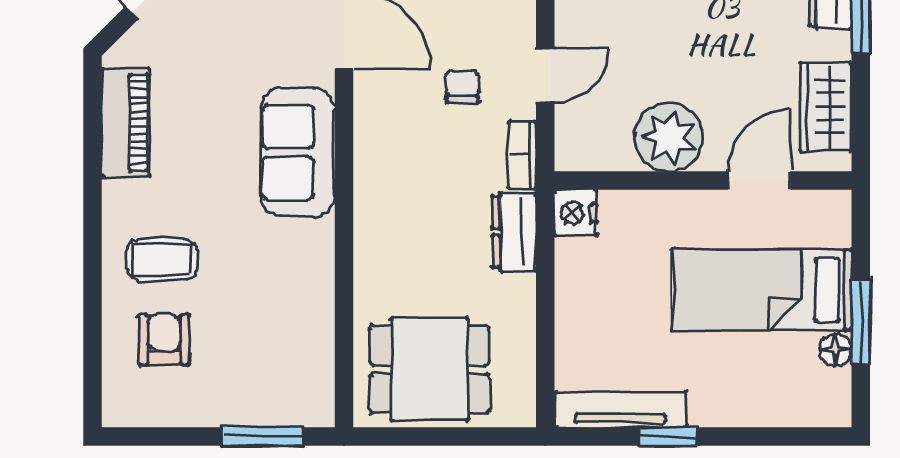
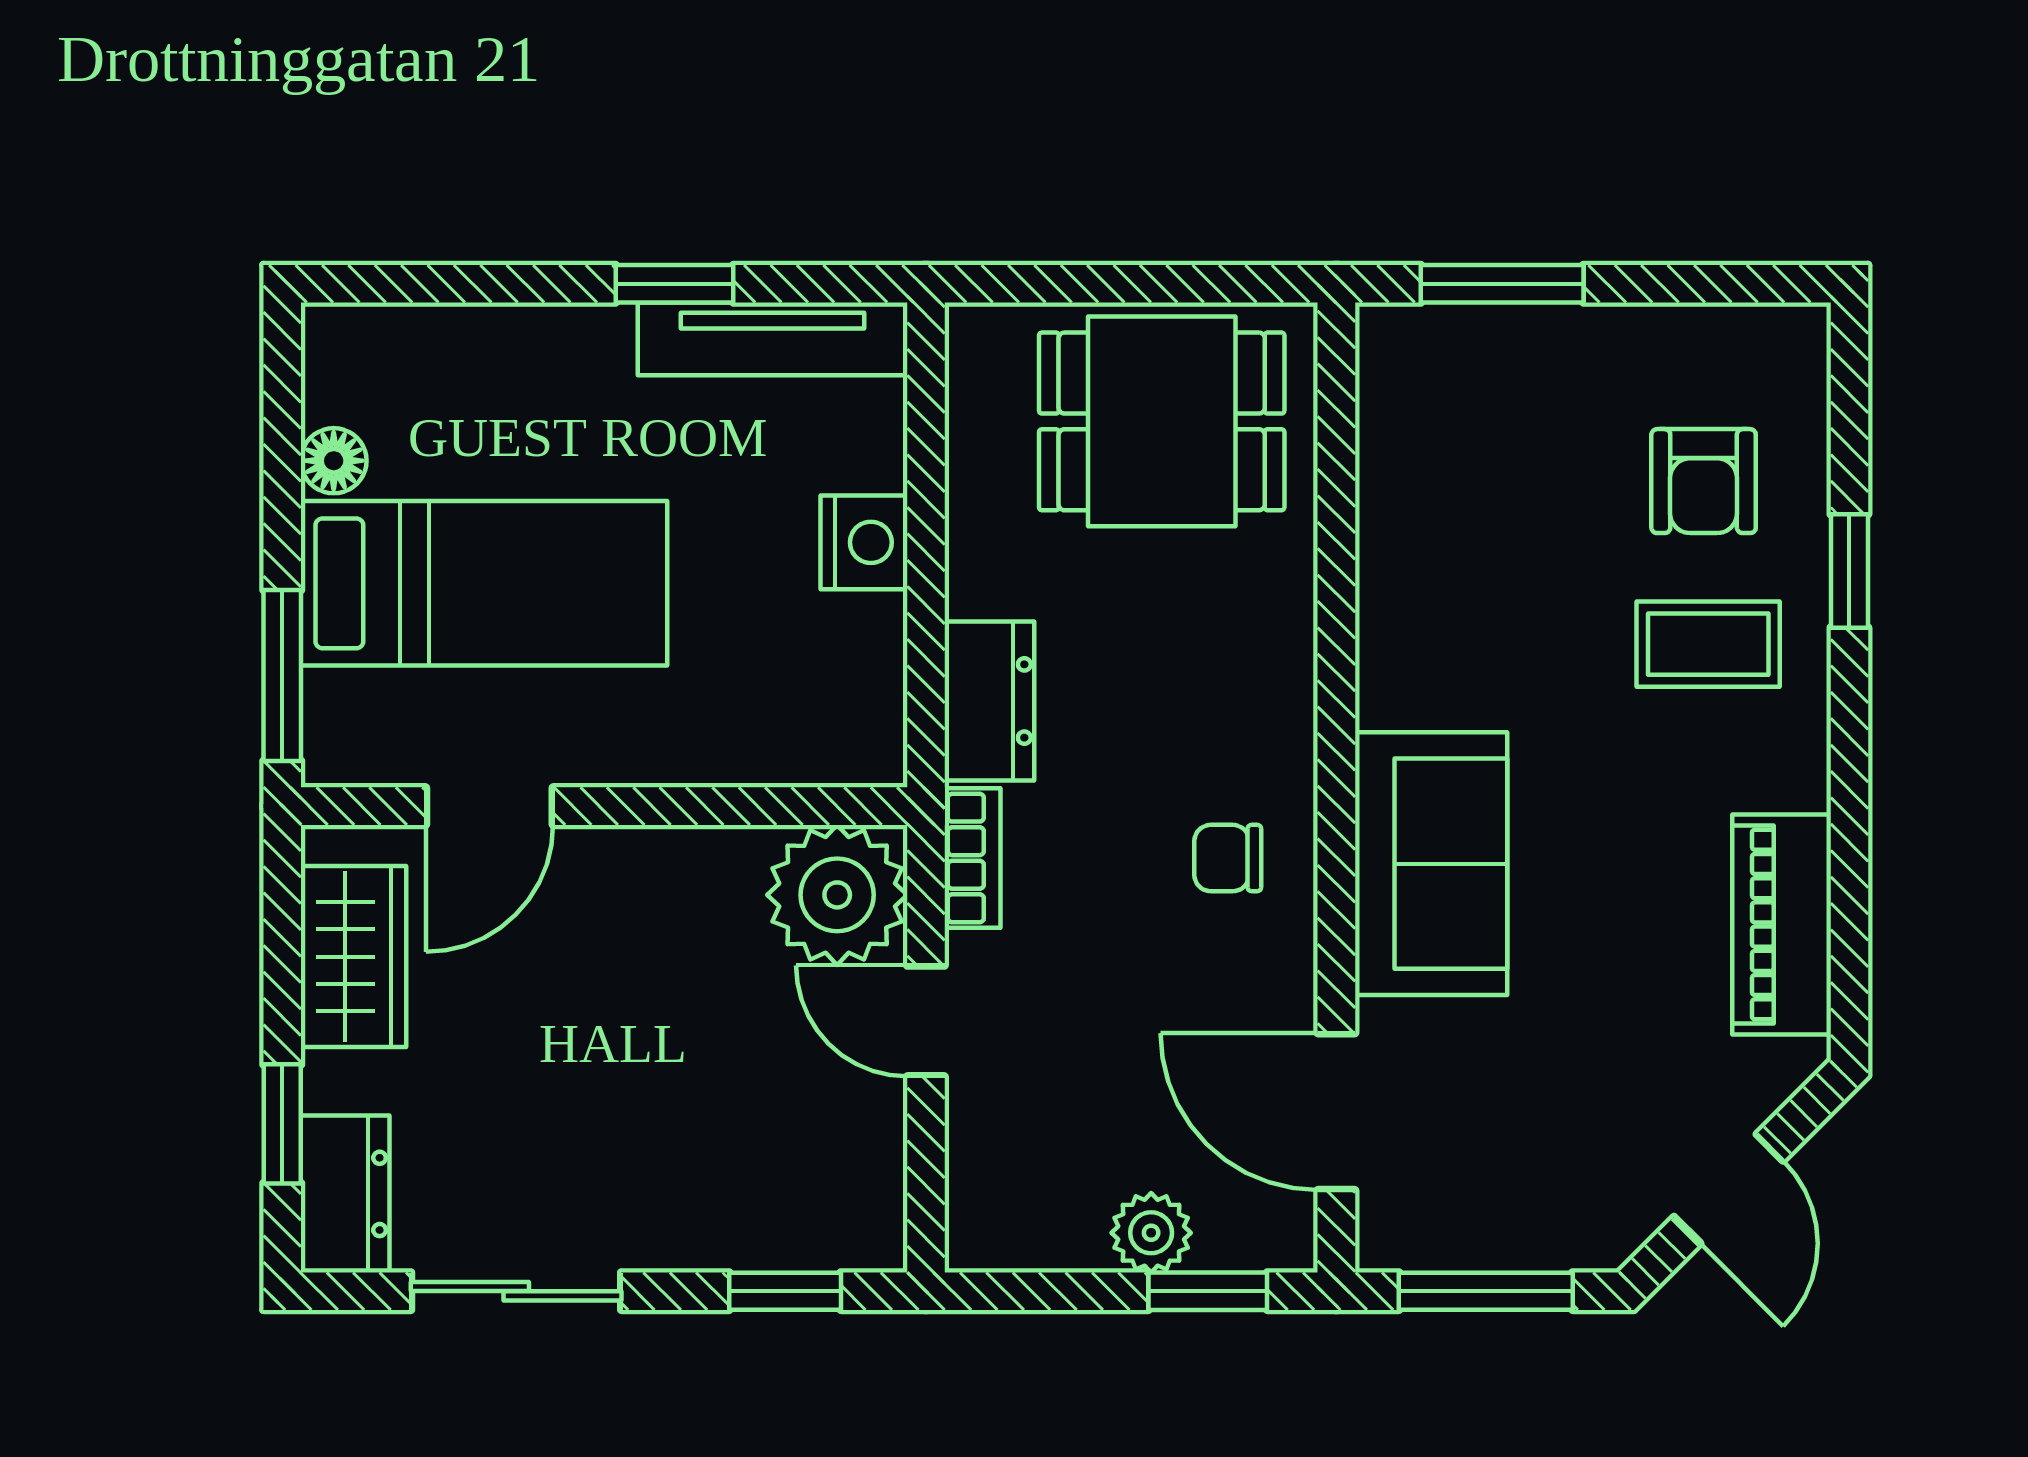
door: (545, 75) -> (926, 1021), hinge flipped
chair: (462, 87) -> (1228, 858), moved, turned 90
plant: (669, 137) -> (837, 895), moved
nightstand: (576, 213) -> (864, 542), moved
window: (93, 296) -> (1849, 571), added
window: (861, 322) -> (282, 675), moved

